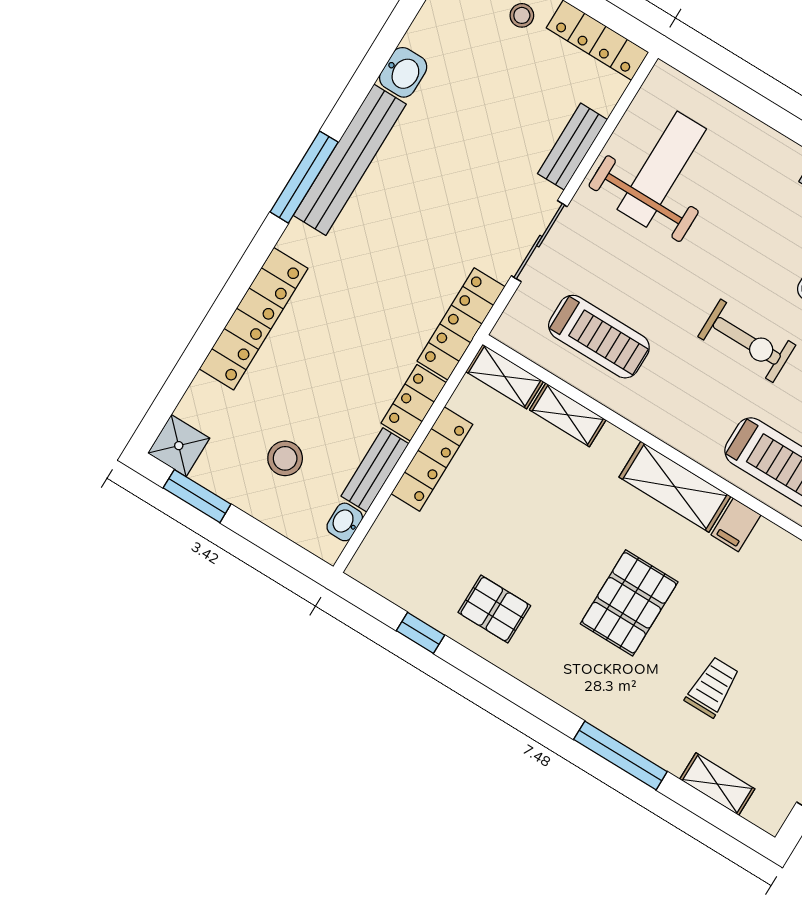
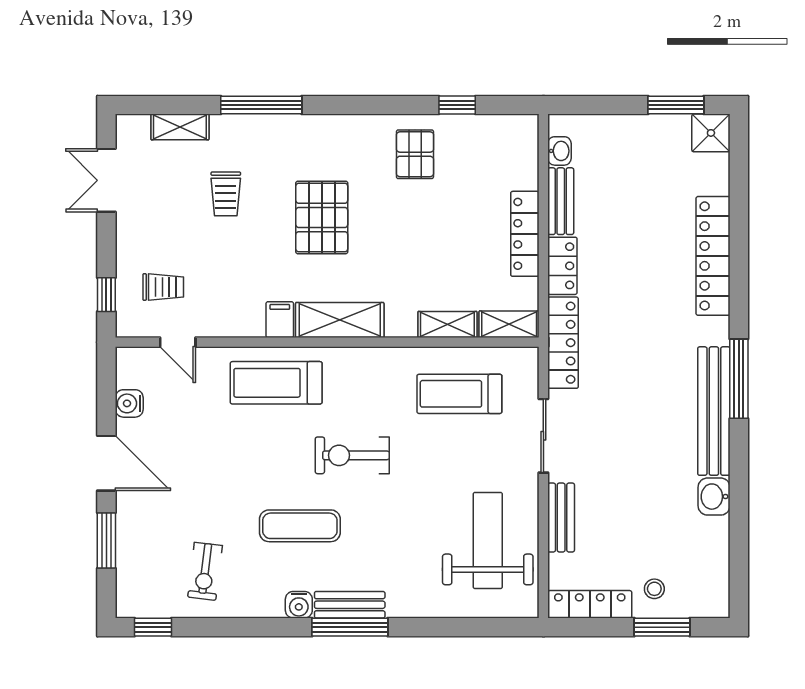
weight bench: (662, 169) -> (488, 540), turned 180
stool: (285, 458) -> (630, 170), removed
pallet: (494, 609) -> (415, 154), turned 90

